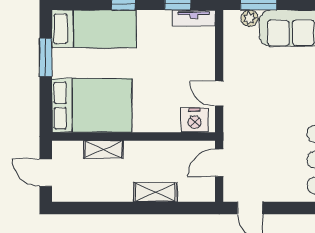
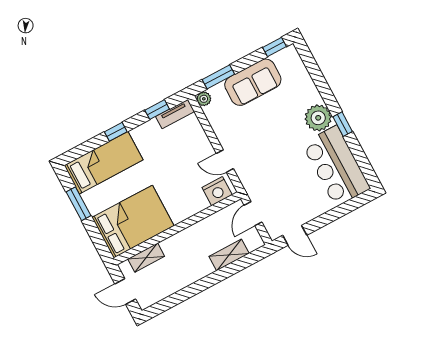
plant: (249, 18) -> (204, 99), moved
shelving: (103, 149) -> (146, 258), moved
shelving: (155, 192) -> (229, 255), moved

